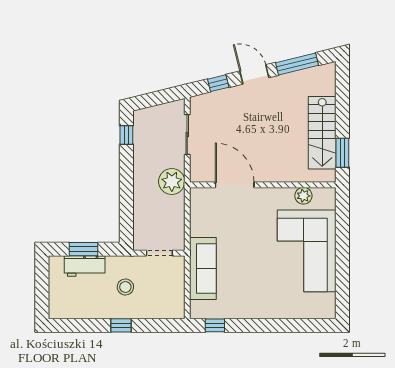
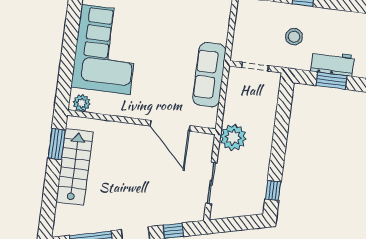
plant: (303, 196) -> (82, 103), moved
sofa: (203, 268) -> (209, 75), moved

